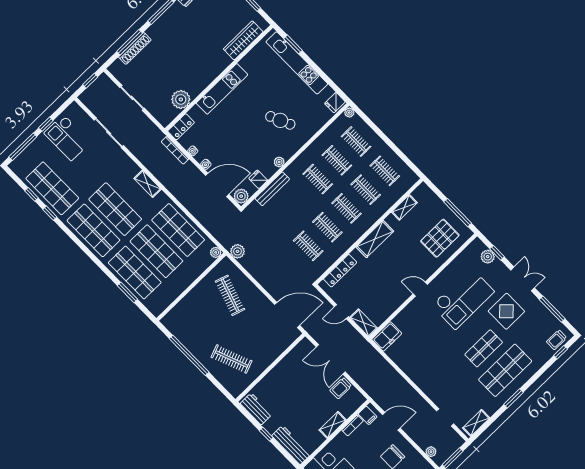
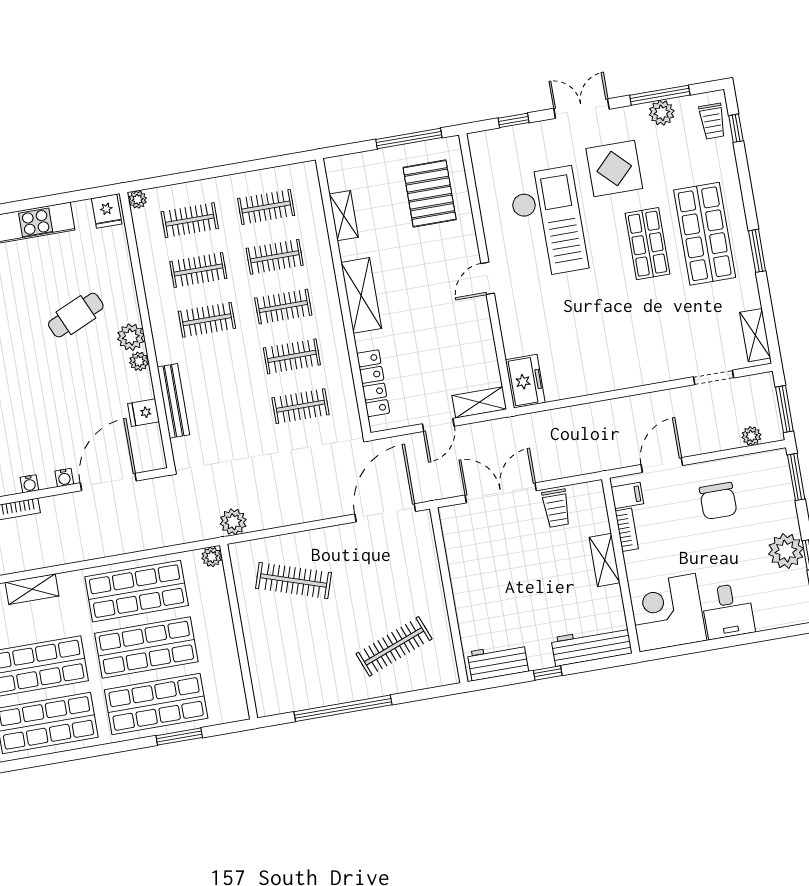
plant: (241, 196) -> (131, 337), moved
plant: (488, 257) -> (662, 113), moved
double door: (331, 359) -> (501, 493), swing flipped

